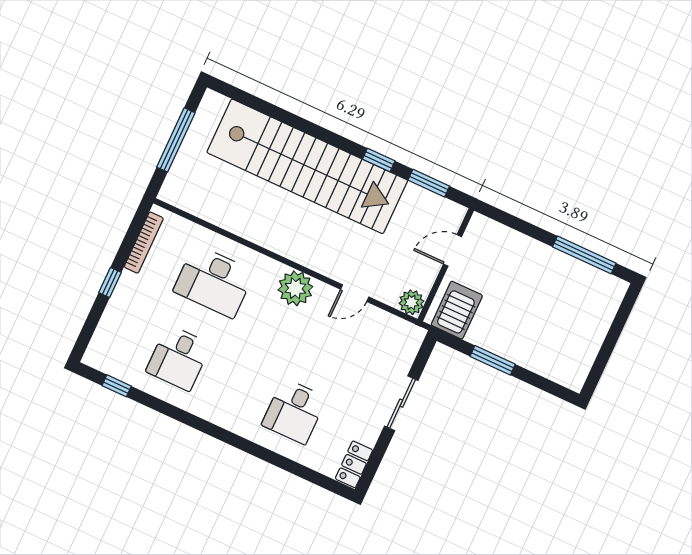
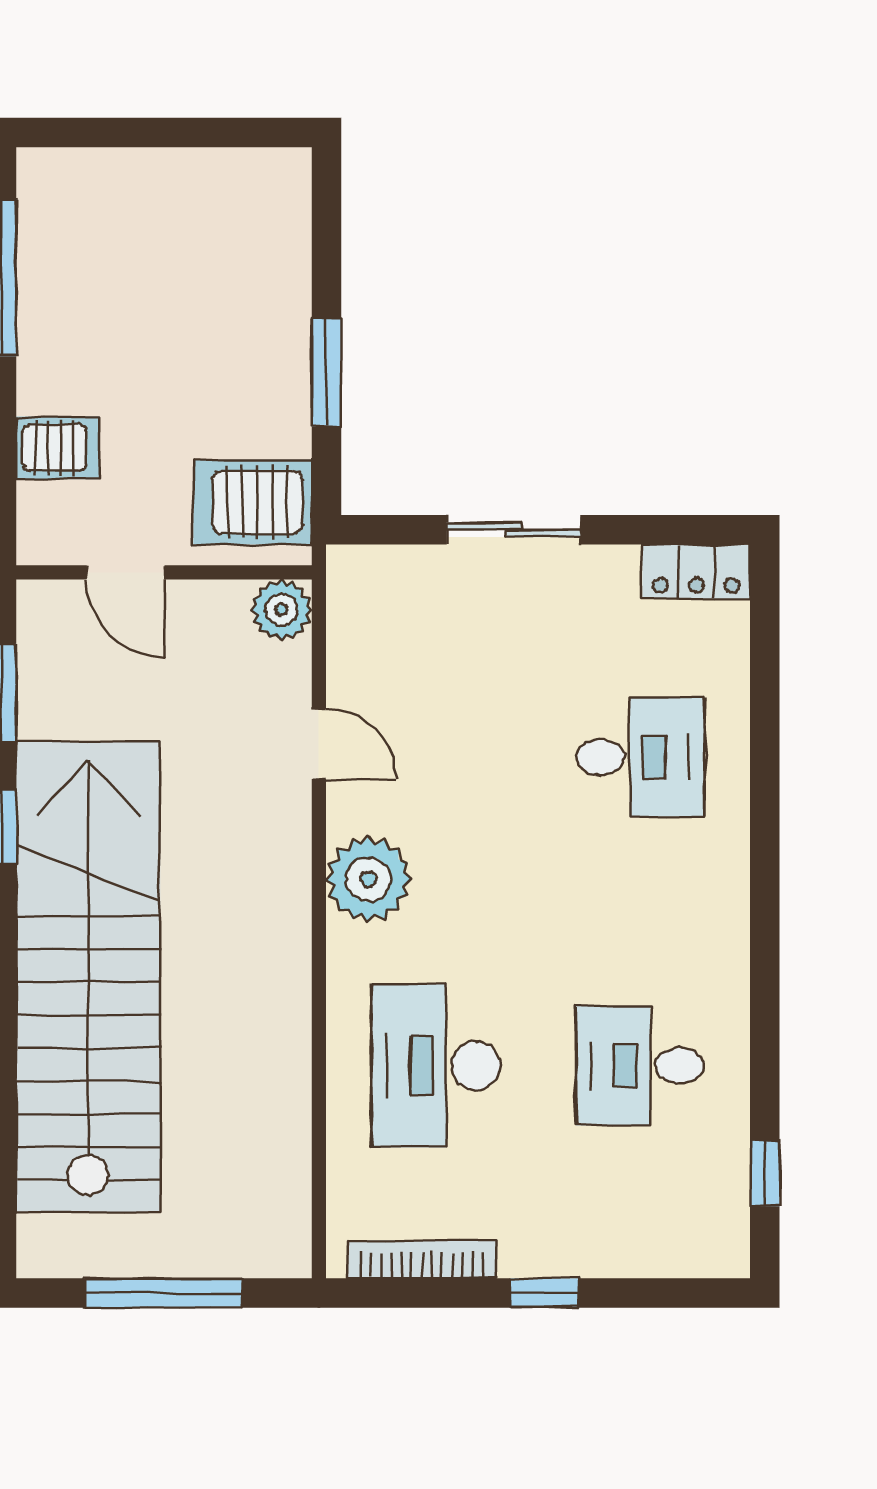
server rack: (511, 247) -> (58, 448), added
desk: (214, 281) -> (436, 1066), turned 180
desk: (179, 358) -> (640, 1066), turned 180

